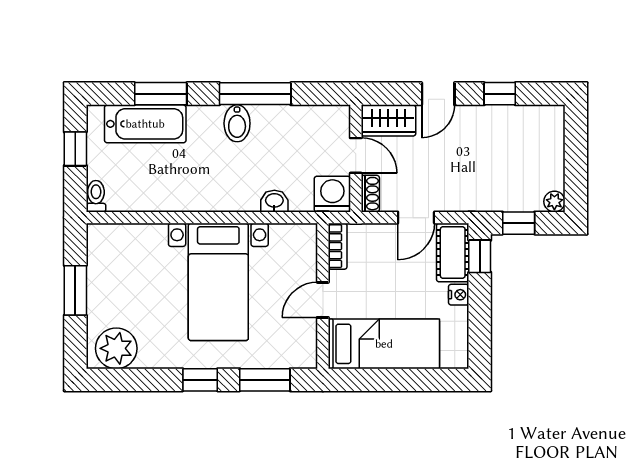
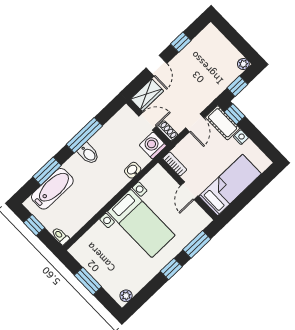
plant: (116, 348) -> (126, 296), width x0.53, depth x0.53

